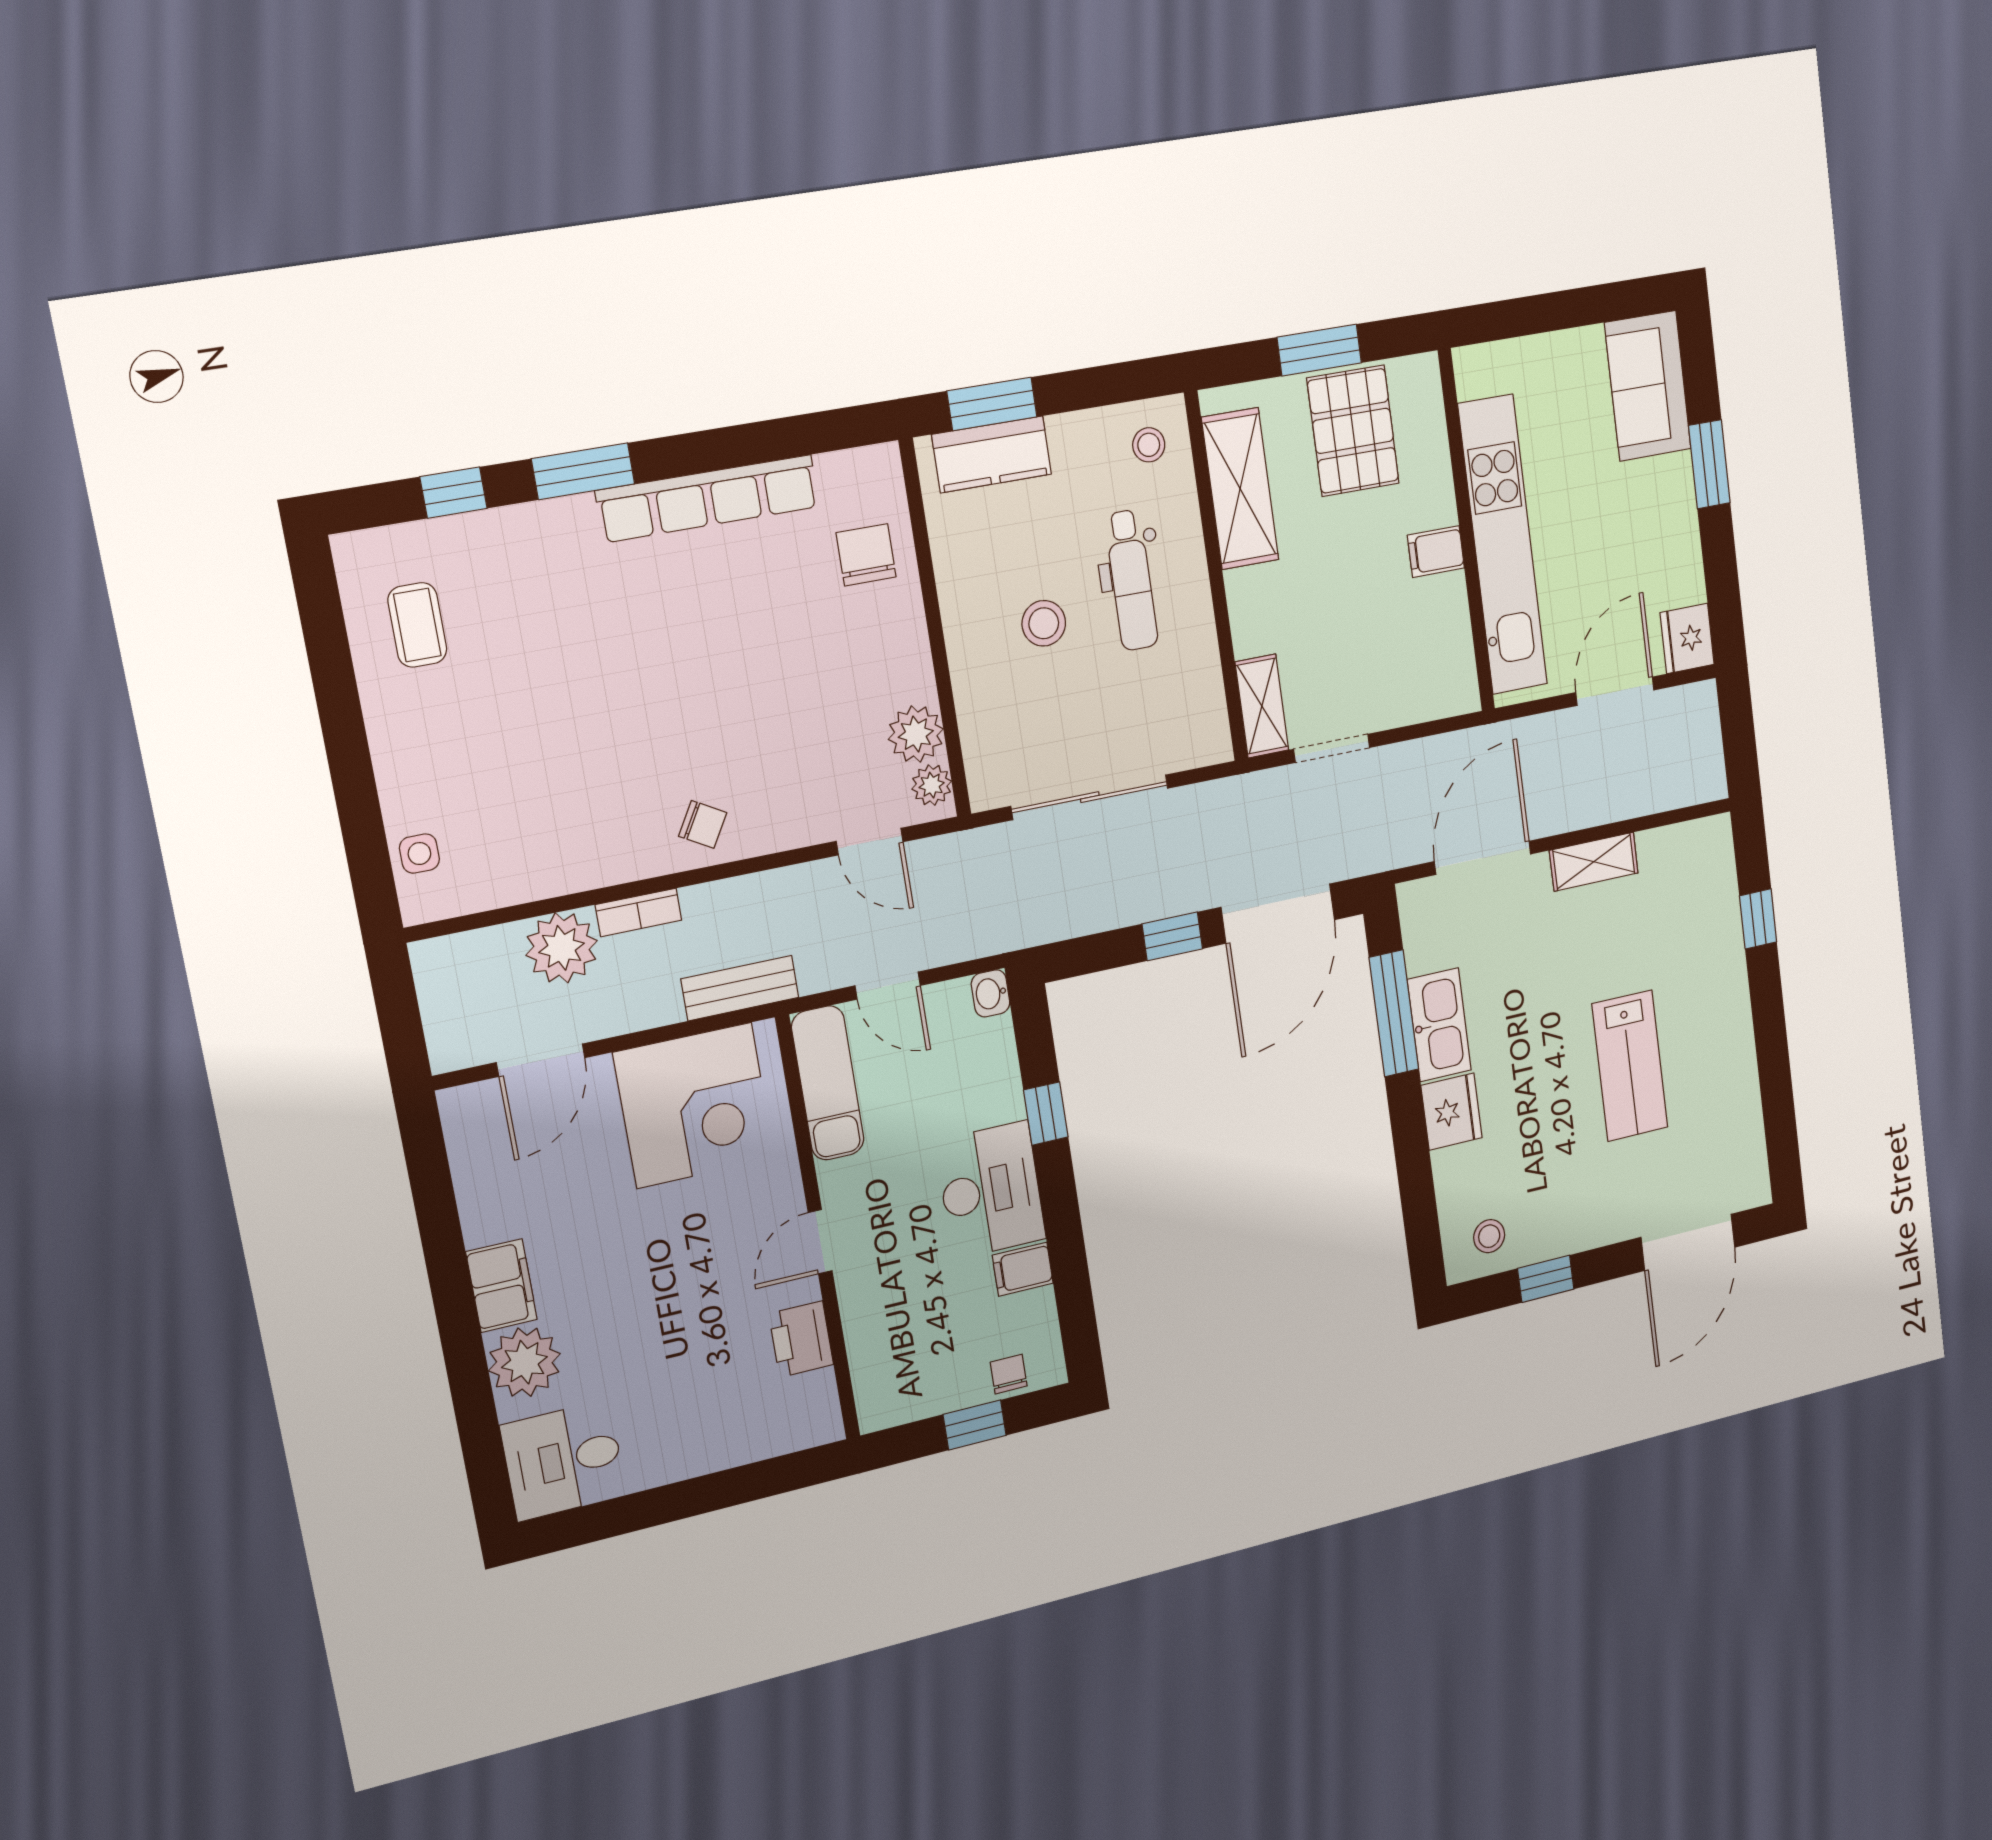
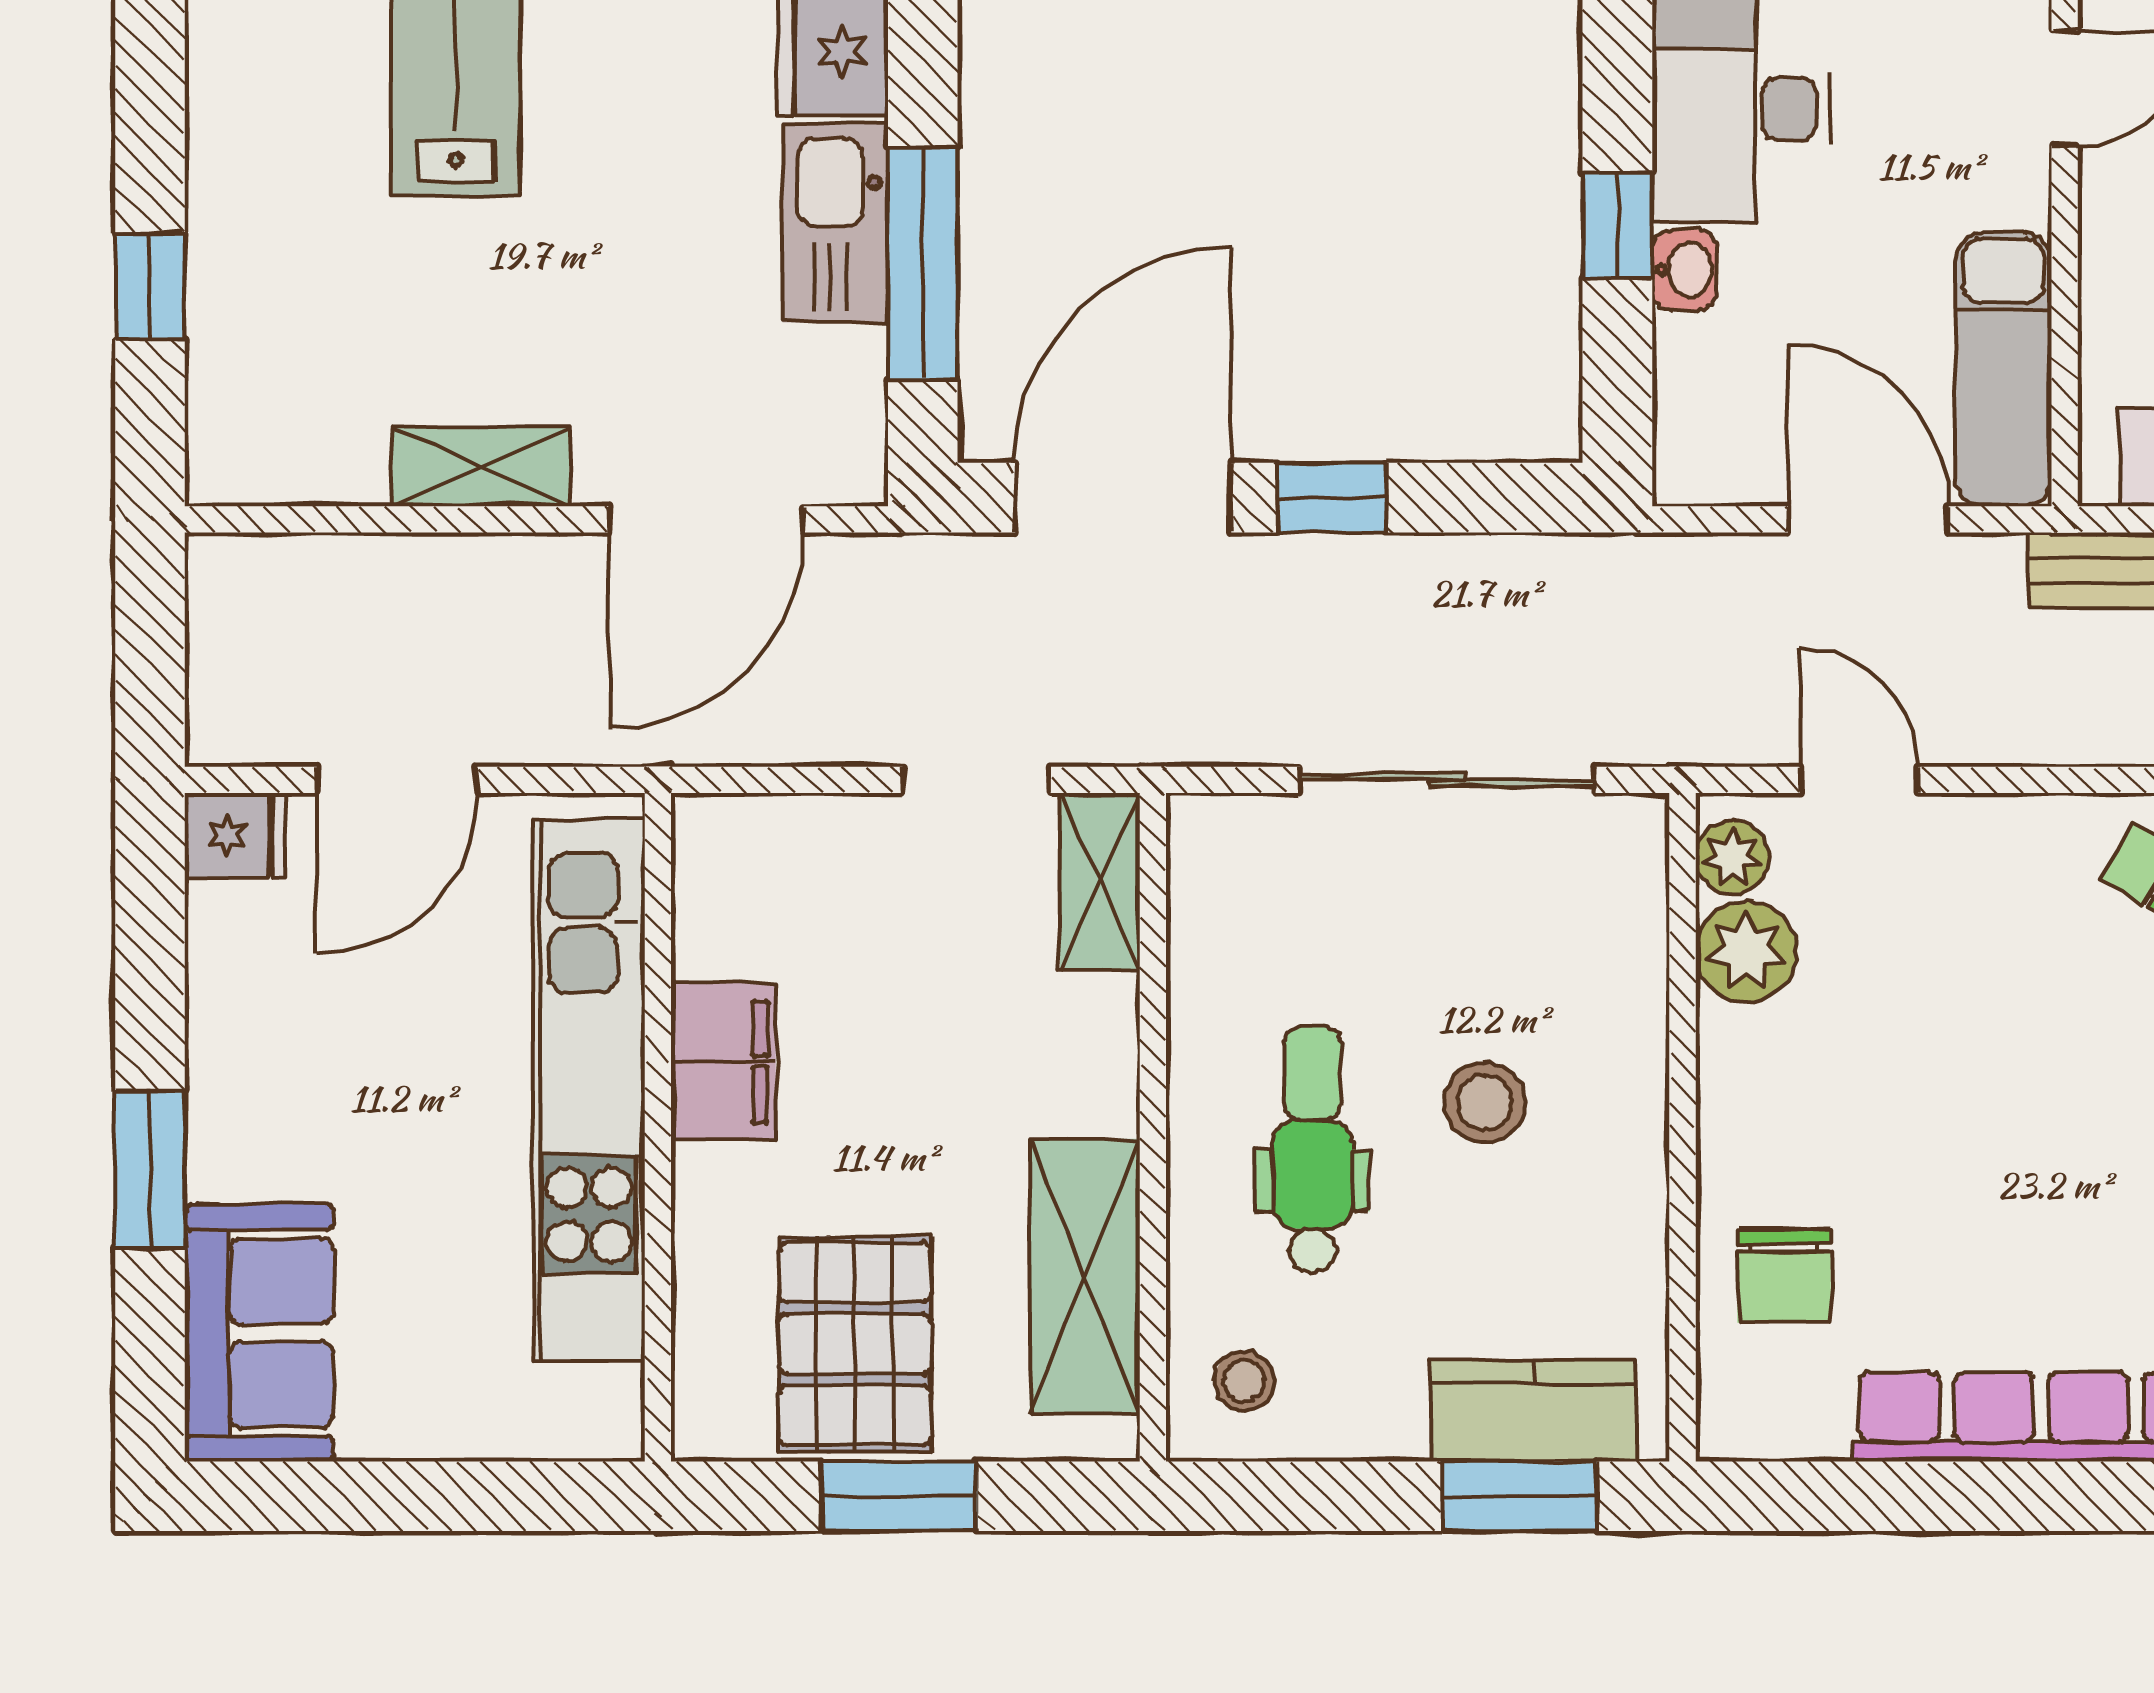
filing cabinet: (1436, 552) -> (723, 1062), width x2.00
fridge: (1687, 639) -> (235, 835), width x0.72
door: (888, 986) -> (1868, 519), width x1.37
washbasin: (991, 993) -> (1685, 270), moved

